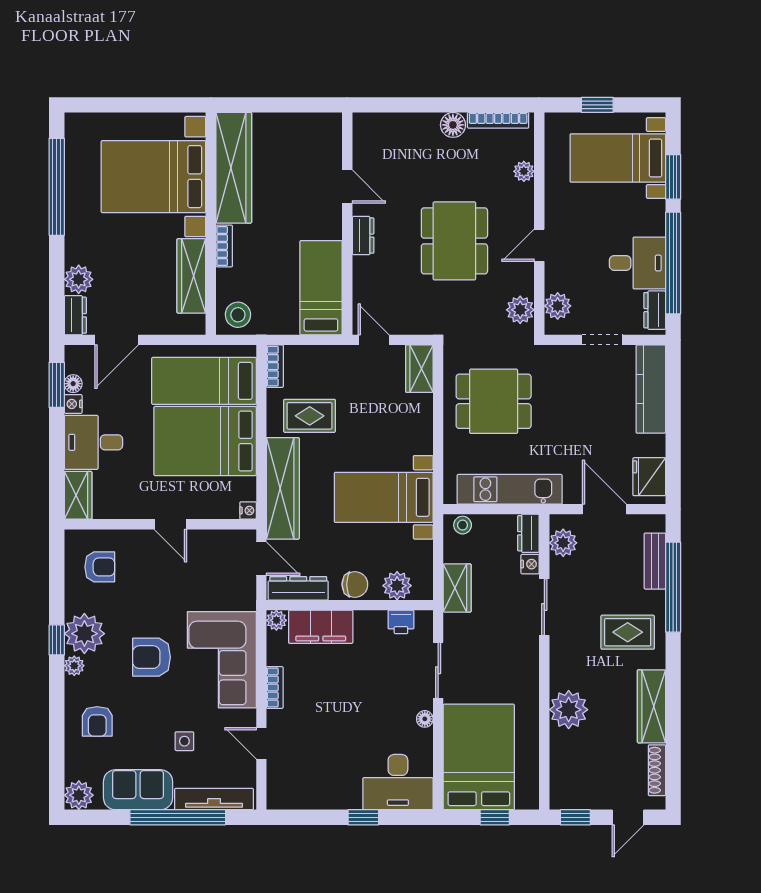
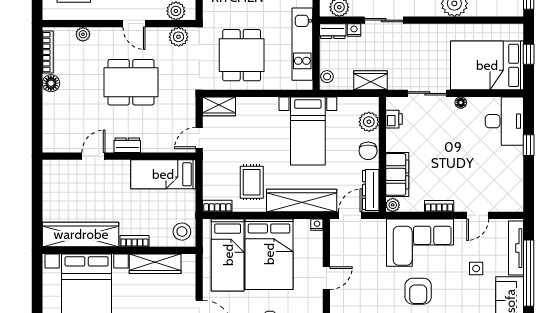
chair: (355, 584) -> (368, 151), turned 180

